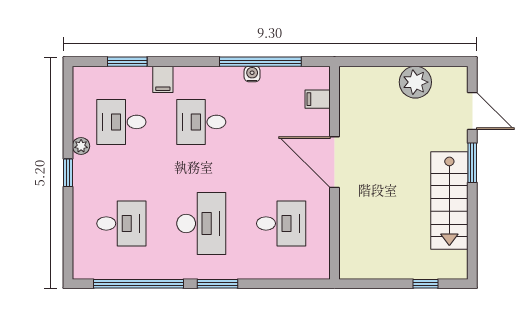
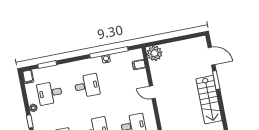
filing cabinet: (163, 79) -> (28, 77), moved
plant: (415, 82) -> (155, 53), moved
desk: (201, 122) -> (87, 86), turned 180
door: (335, 162) -> (152, 92), width x0.53

